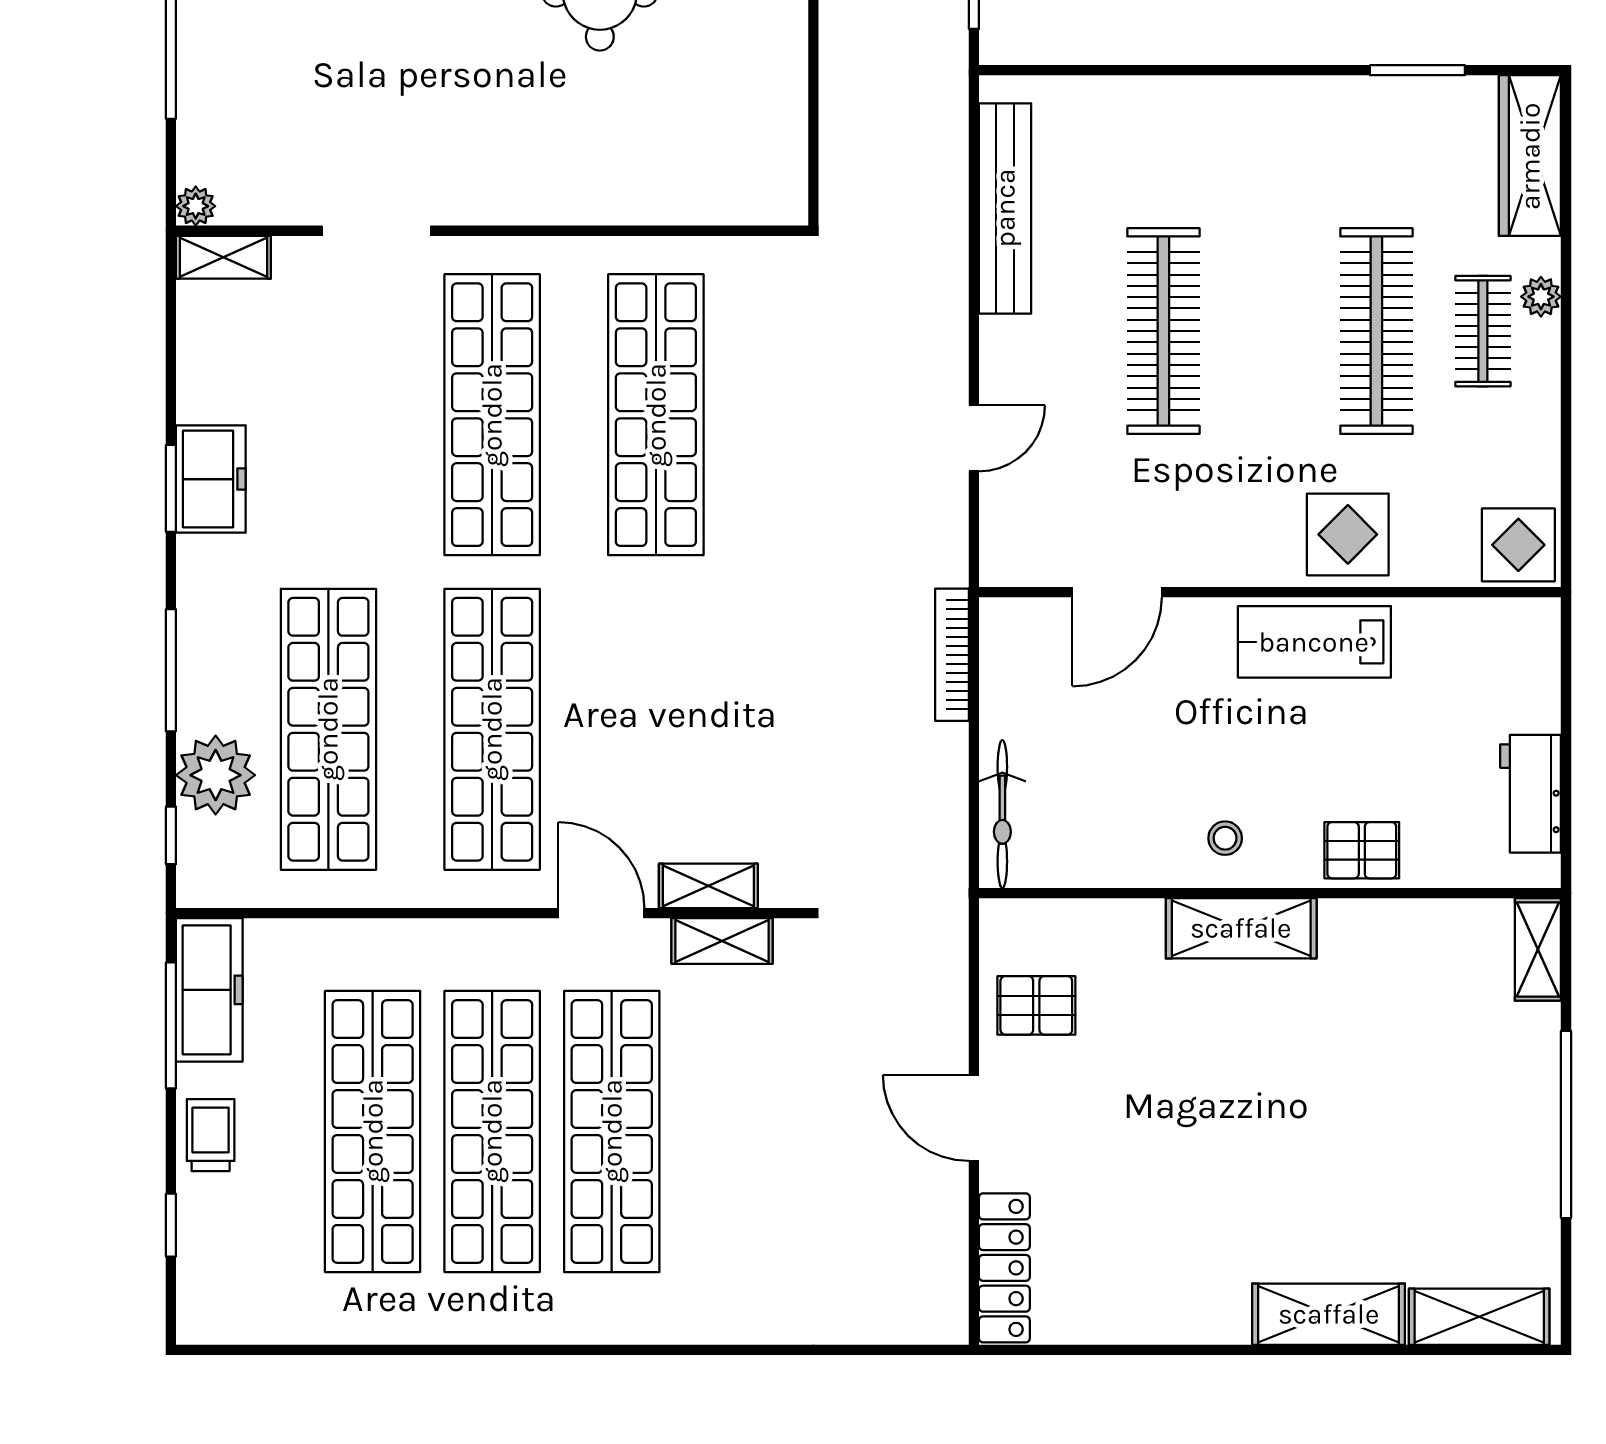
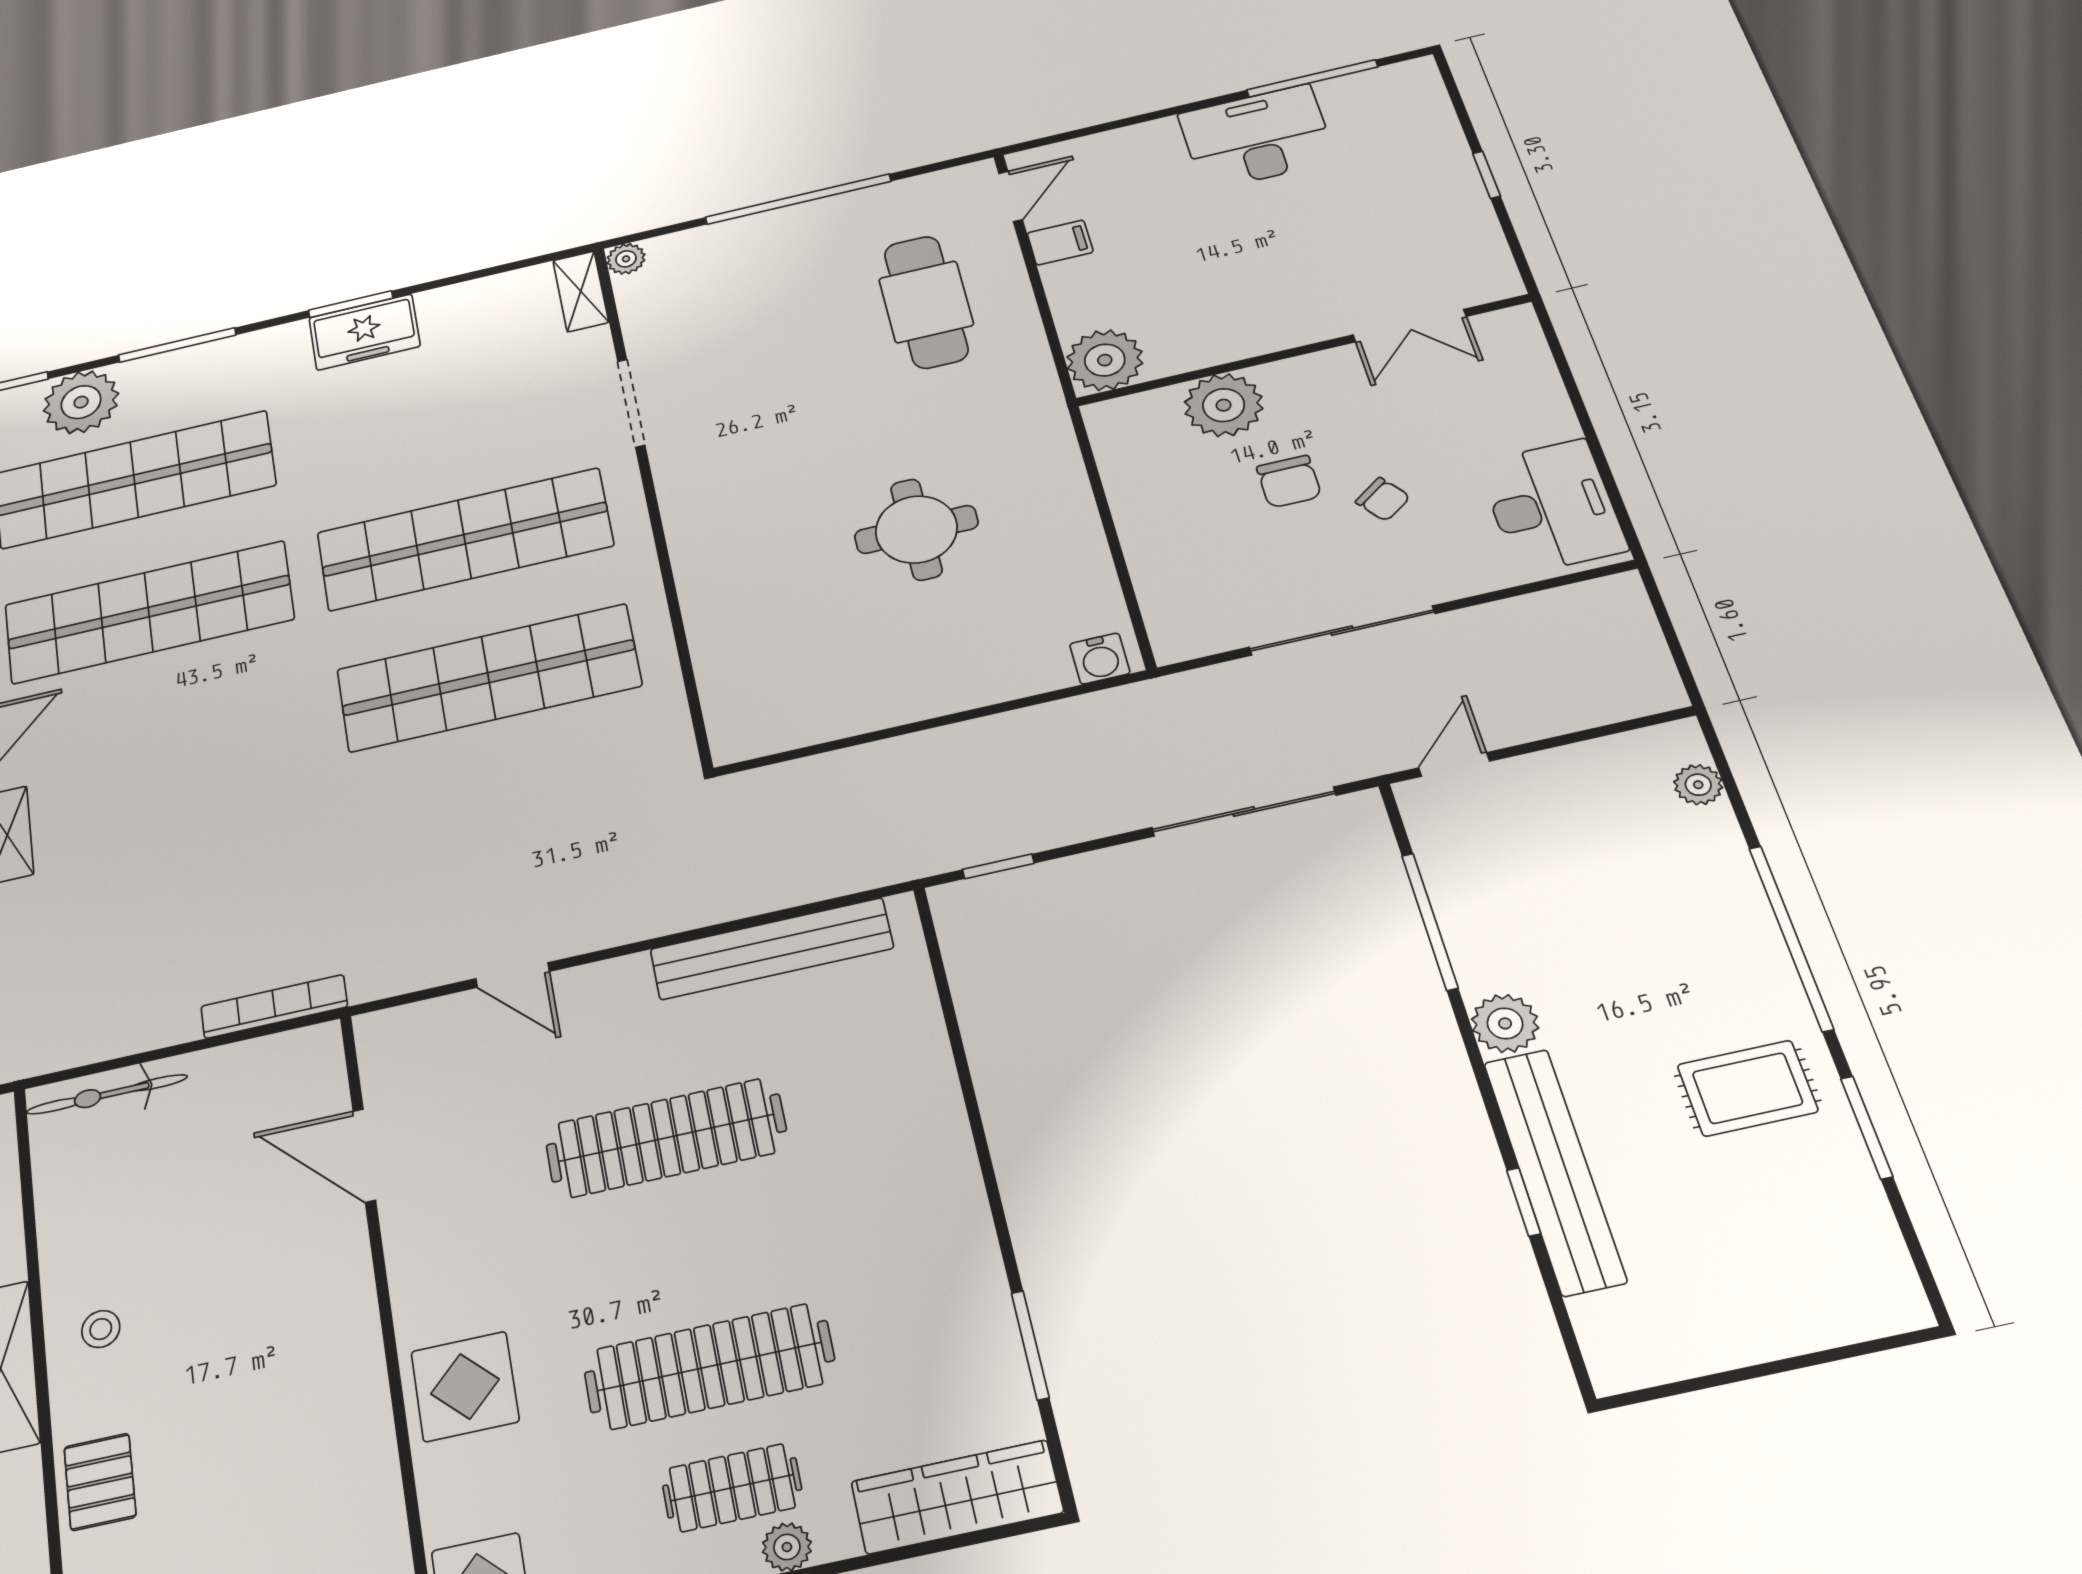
lab bench: (1314, 642) -> (335, 1377), removed

